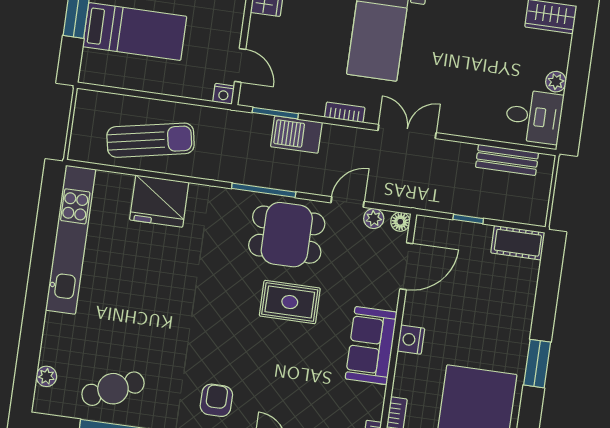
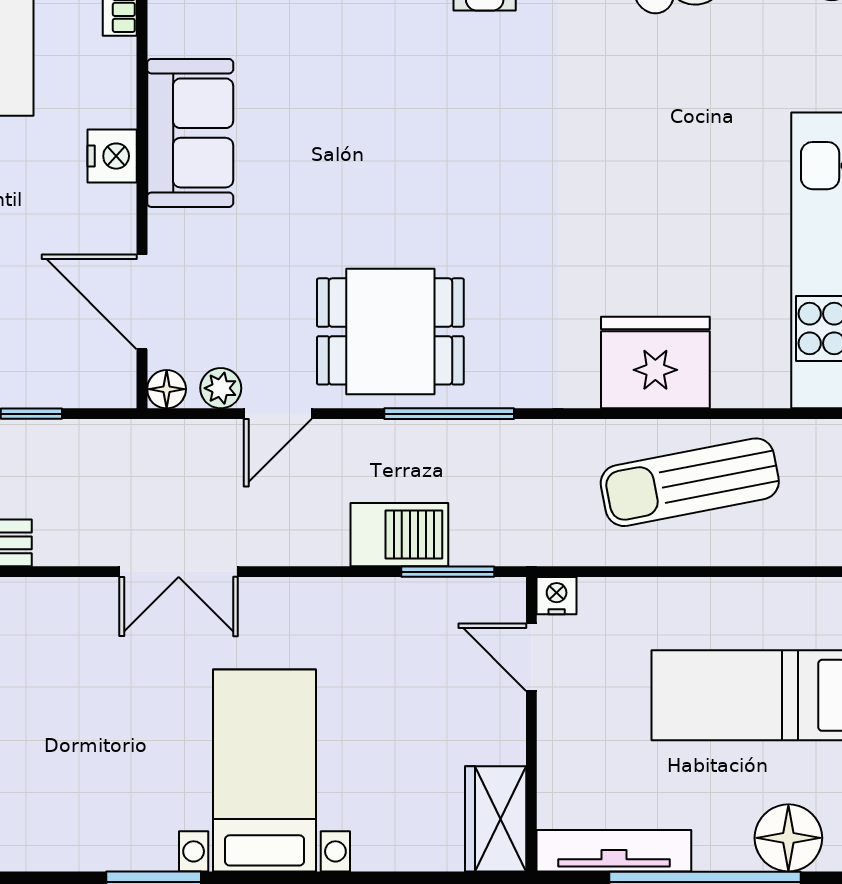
bookcase: (345, 112) -> (309, 593), removed
door: (406, 266) -> (142, 302), hinge flipped
rug: (290, 302) -> (365, 197), removed

